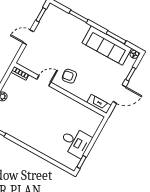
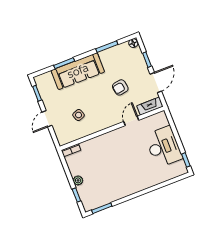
sofa: (107, 45) -> (78, 71), moved
side table: (50, 58) -> (79, 115), added
armchair: (69, 76) -> (120, 87), moved
door: (44, 81) -> (131, 121), moved
desk: (75, 142) -> (164, 147), width x1.37

